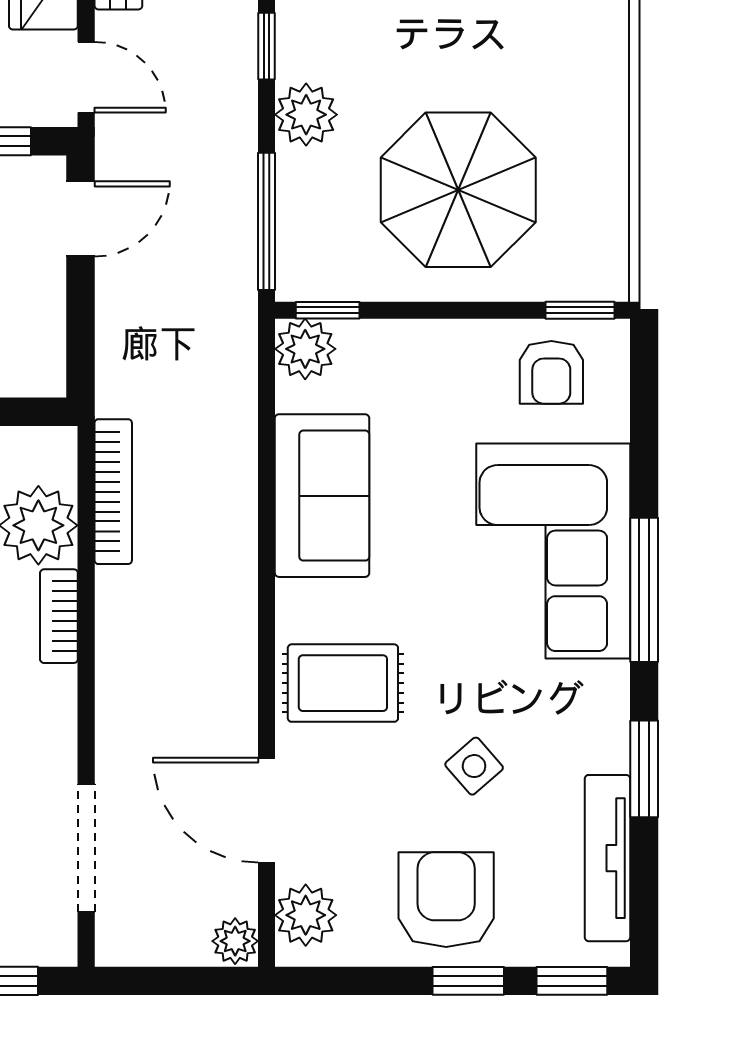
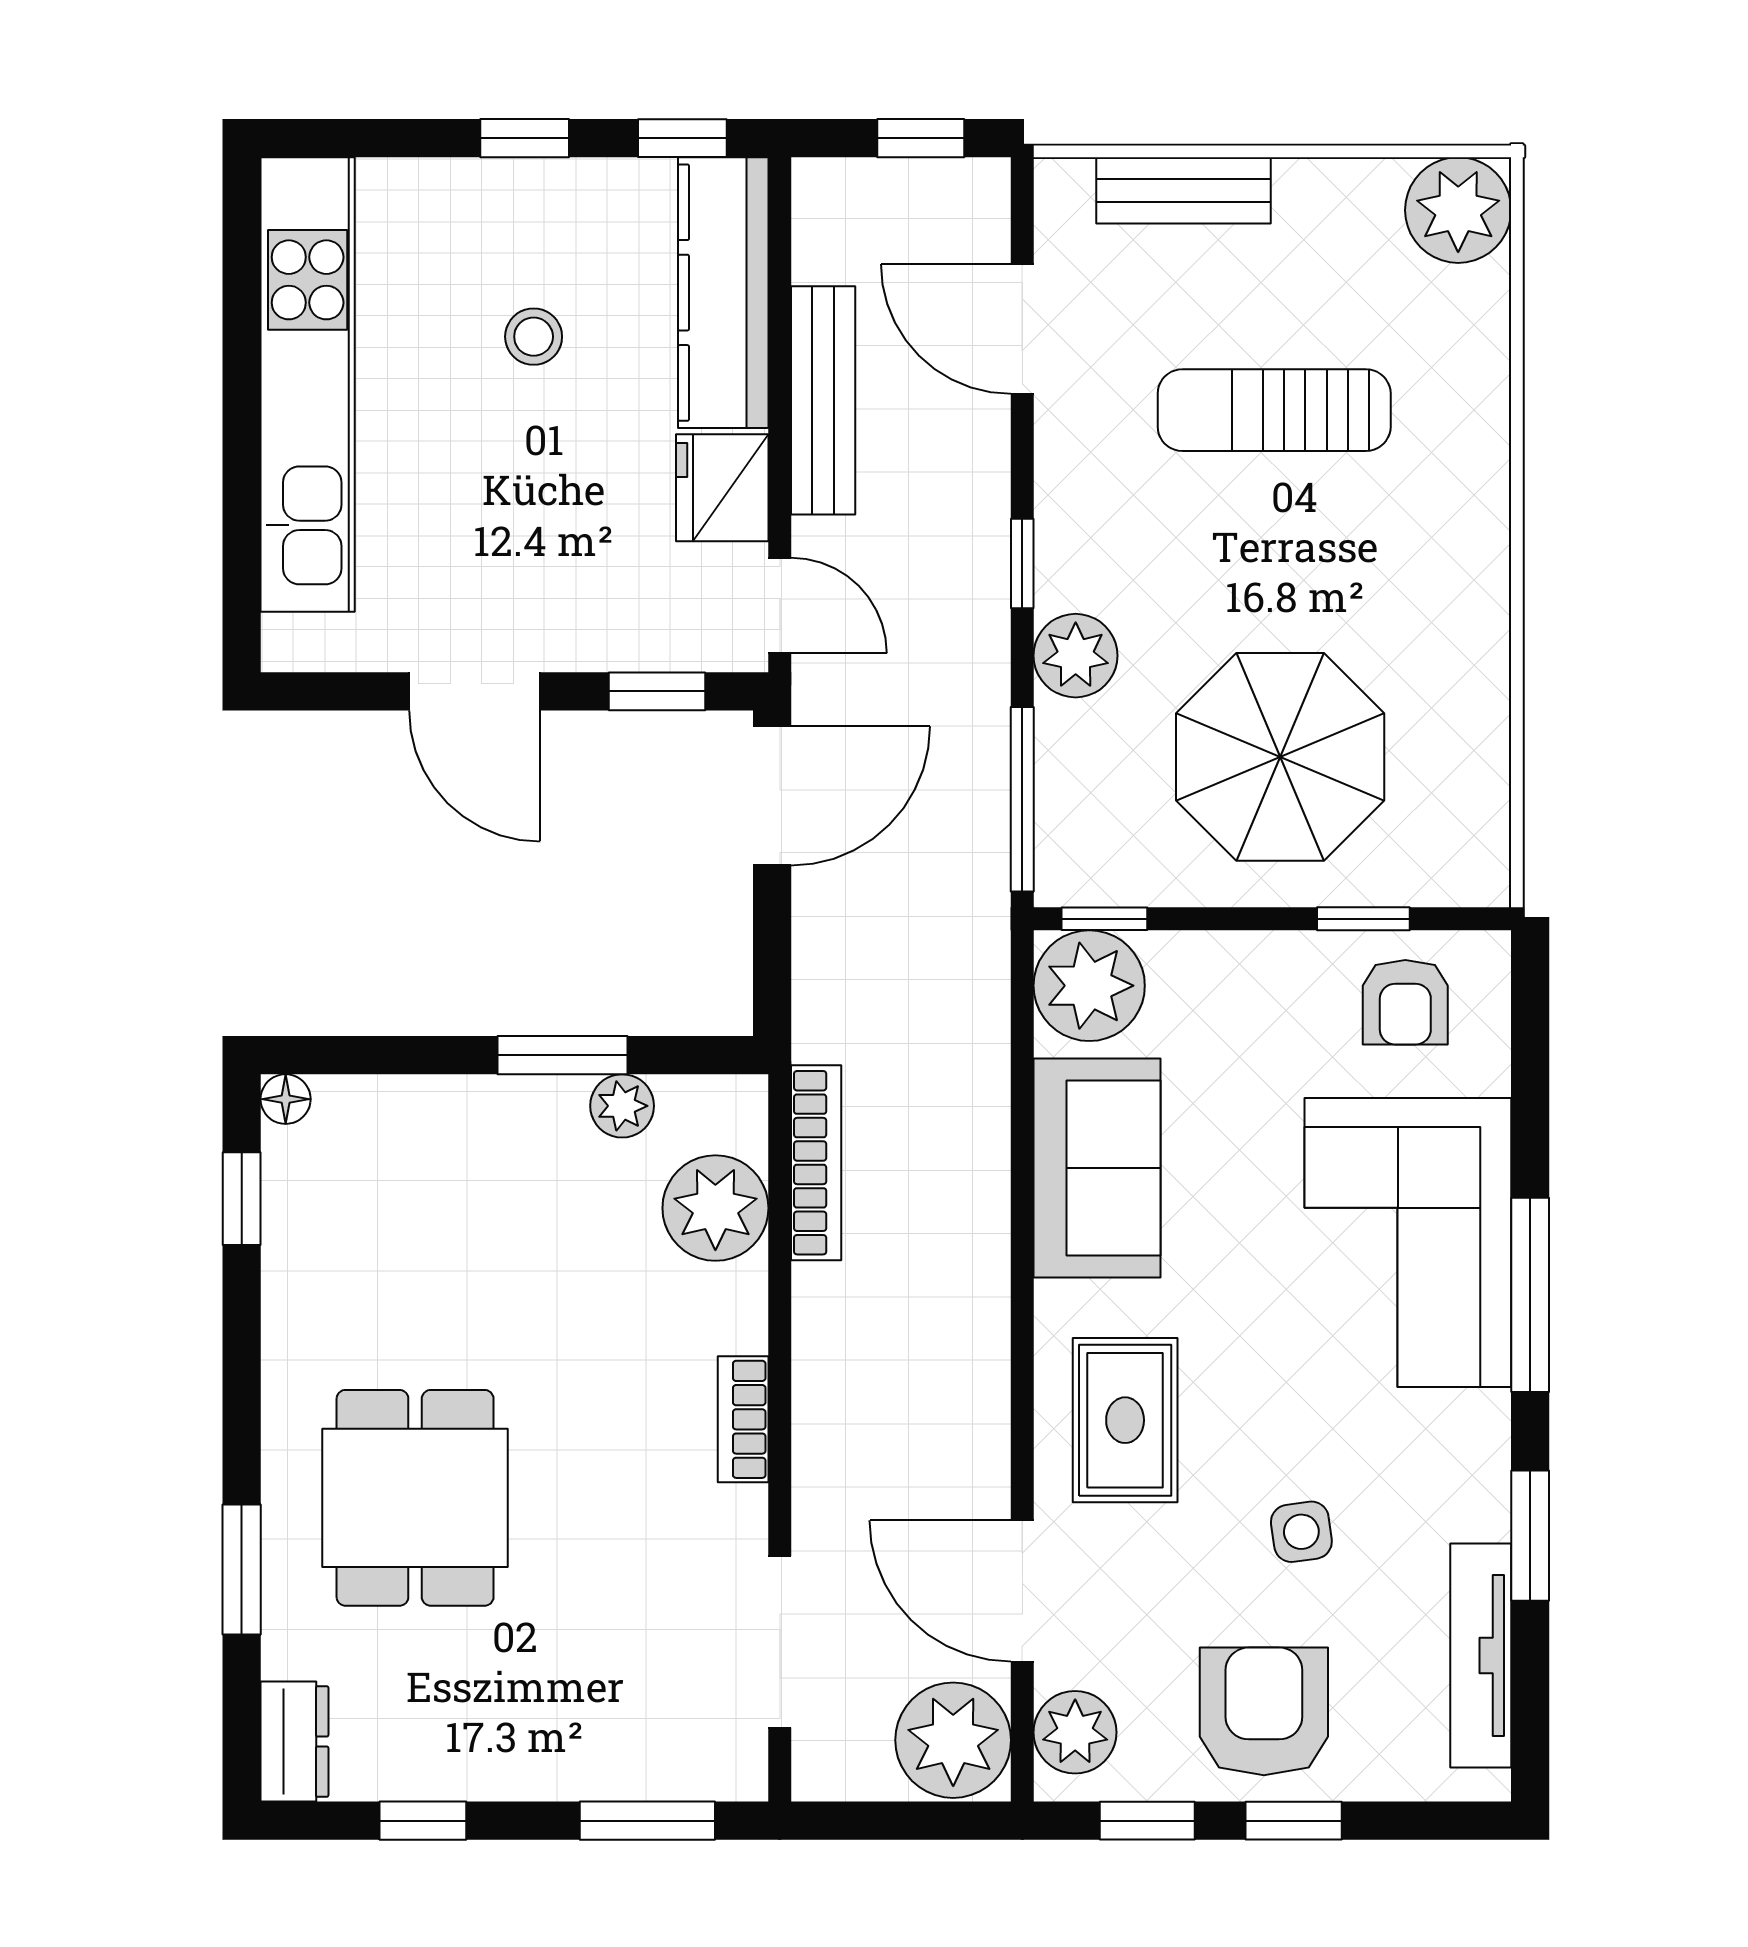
door: (81, 219) -> (772, 796), width x1.38
window: (580, 310) -> (1363, 919), moved
plant: (305, 349) -> (1089, 986), width x1.36, depth x1.36
bookcase: (59, 616) -> (743, 1419), moved
rug: (343, 683) -> (1125, 1420), turned 90
side table: (474, 766) -> (1301, 1532), turned 33
plant: (235, 941) -> (953, 1740), width x1.88, depth x1.88
window: (572, 981) -> (1147, 1821), moved

